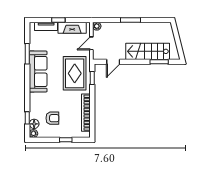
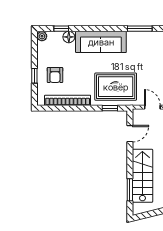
door: (113, 62) -> (130, 134), swing flipped
sofa: (38, 72) -> (101, 42), moved
armchair: (52, 118) -> (55, 75), moved
floor lamp: (34, 124) -> (69, 37), moved

